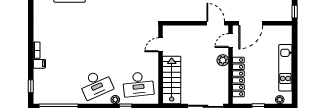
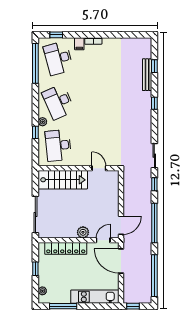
door: (231, 41) -> (103, 240), hinge flipped
kitchen unit: (285, 68) -> (95, 297), moved
window: (295, 79) -> (63, 306), added
desk: (54, 84) -> (58, 58), added

